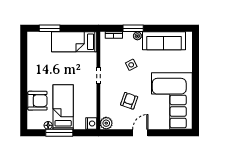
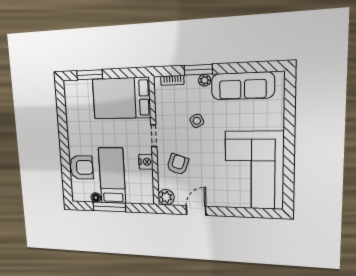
bed: (74, 42) -> (121, 98), width x1.50
armchair: (129, 101) -> (178, 164), moved
nightstand: (91, 123) -> (146, 162), moved
door: (140, 133) -> (196, 210), moved

